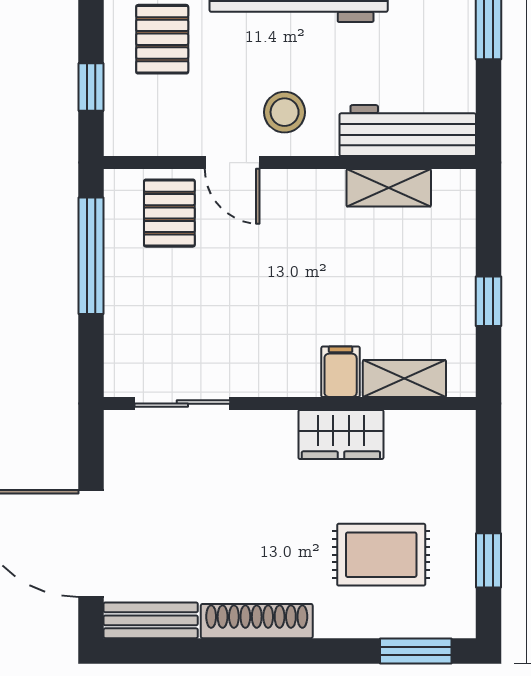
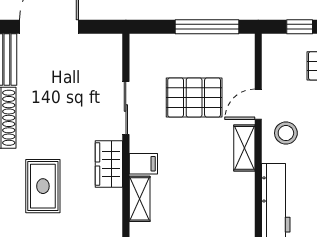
shelving: (389, 188) -> (244, 148), moved
pallet: (169, 213) -> (194, 98), moved, width x1.50, depth x1.42
sliding door: (182, 404) -> (126, 108), moved

